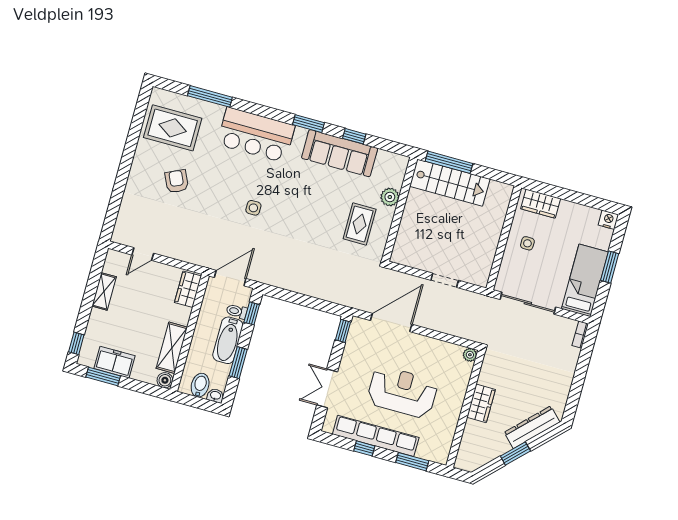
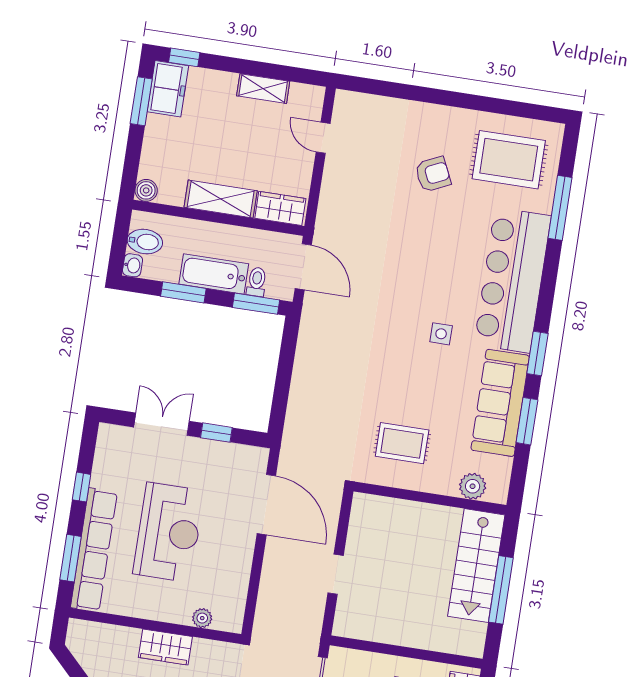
rug: (173, 128) -> (509, 160), turned 90
bar counter: (256, 135) -> (512, 280), width x1.36
window: (354, 136) -> (527, 421), width x1.50
window: (449, 162) -> (501, 590), moved
plant: (390, 197) -> (473, 486), moved
side table: (253, 208) -> (441, 334), moved
window: (252, 313) -> (256, 304), width x1.50
window: (343, 331) -> (216, 433), moved
shelving: (172, 348) -> (221, 199), moved
plant: (470, 355) -> (202, 618), moved
freezer: (115, 362) -> (168, 89), moved
row of seats: (376, 436) -> (94, 550), moved

